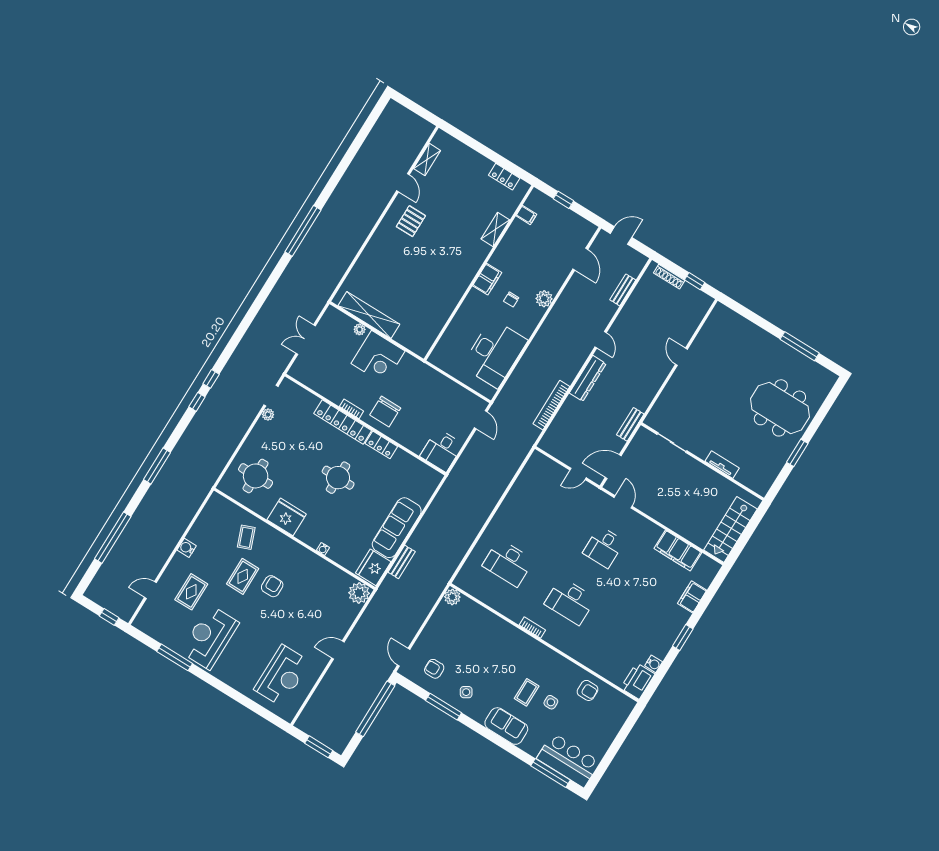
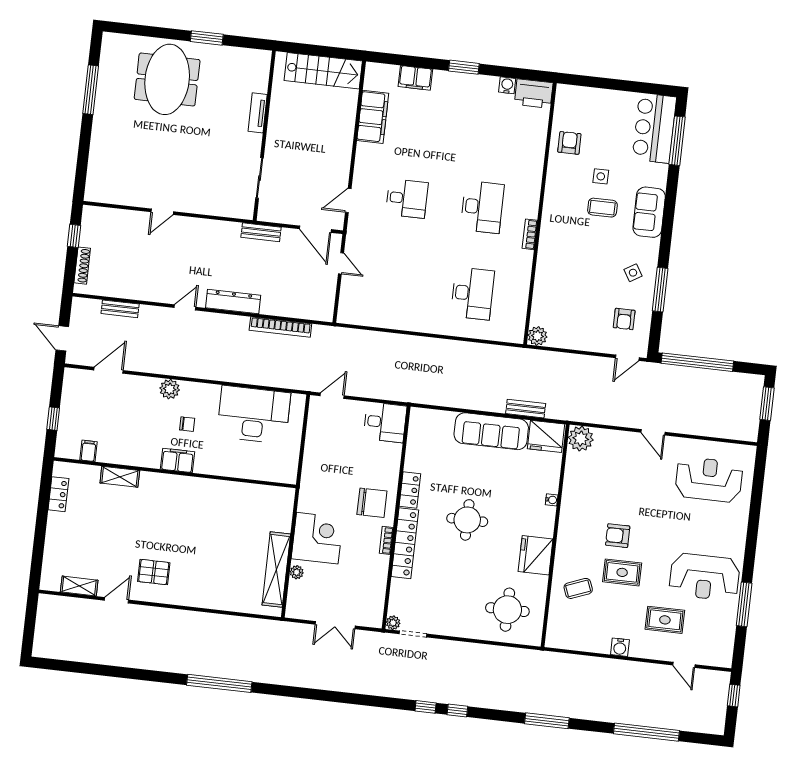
plant: (268, 415) -> (393, 623), moved

